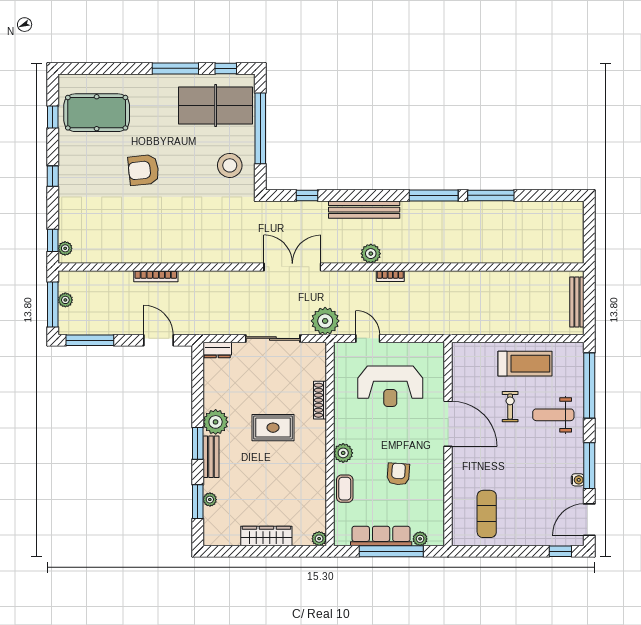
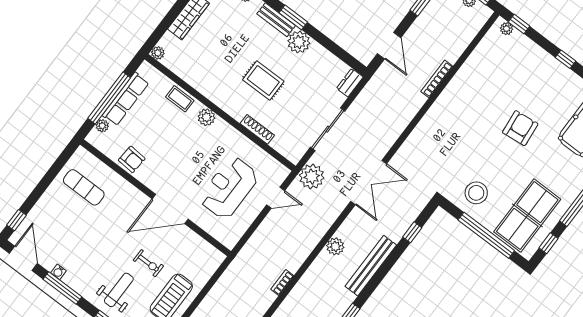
bookcase: (390, 276) -> (282, 283), moved
door: (158, 340) -> (389, 46), hinge flipped
rug: (273, 428) -> (263, 80), turned 90
armchair: (398, 474) -> (132, 159), moved

